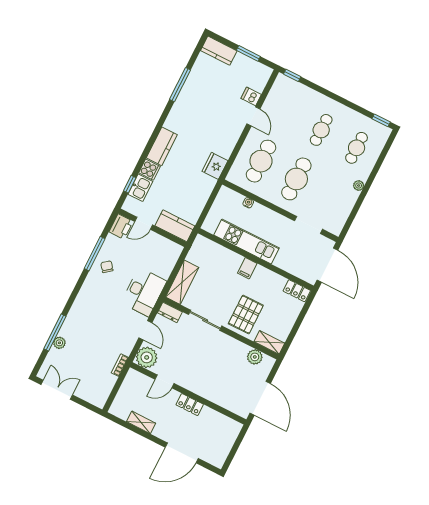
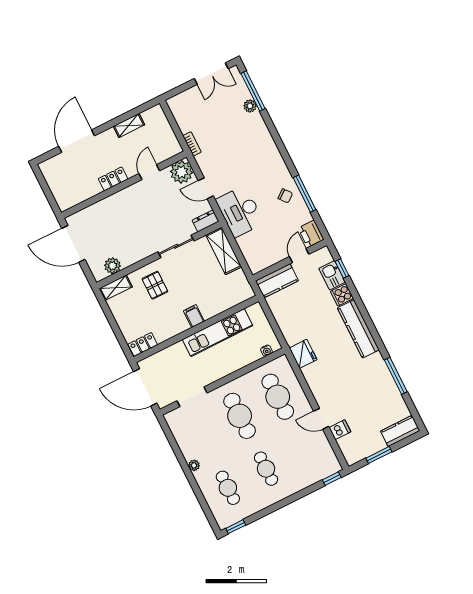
kitchen counter: (162, 146) -> (358, 329), width x1.50
water cooler: (248, 203) -> (266, 351), moved
pallet: (246, 315) -> (155, 285), width x0.67, depth x0.71
window: (55, 333) -> (253, 91), moved

